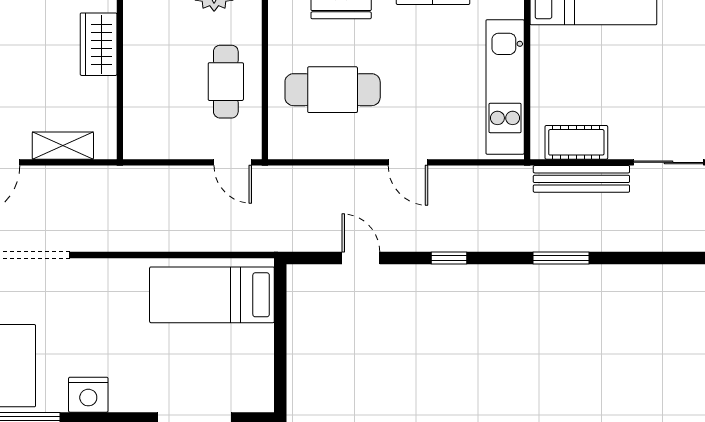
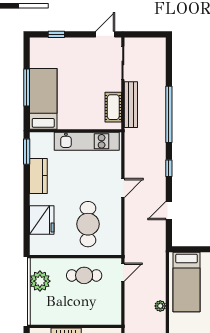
plant: (162, 240) -> (160, 306), added
window: (561, 258) -> (169, 114), width x2.11

